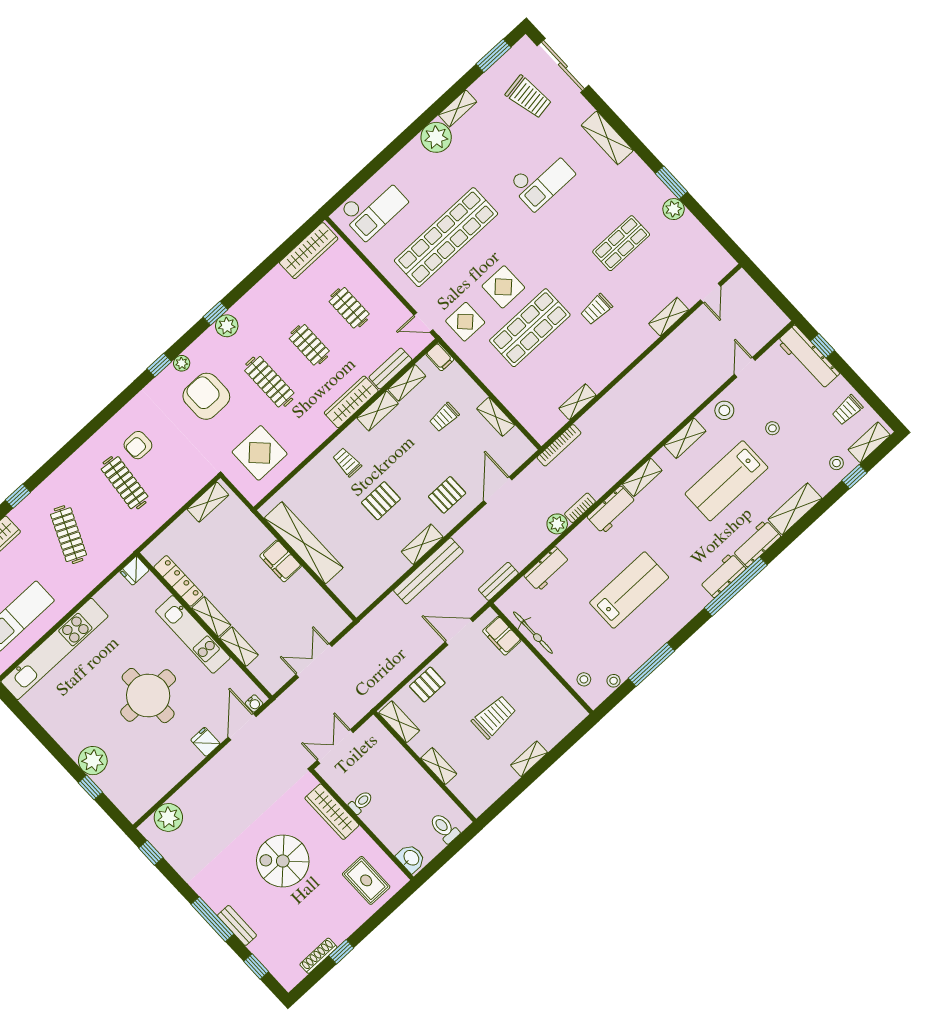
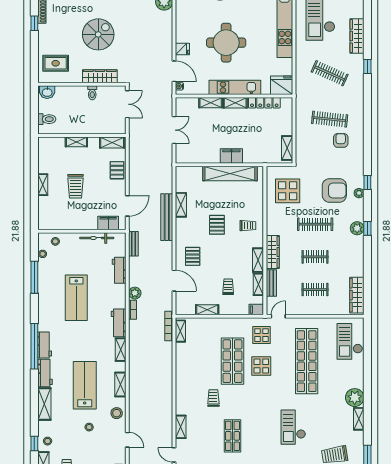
shelving: (578, 402) -> (180, 331), moved
shelving: (422, 544) -> (181, 205), moved
fridge: (134, 571) -> (282, 85), width x1.88, depth x1.34

